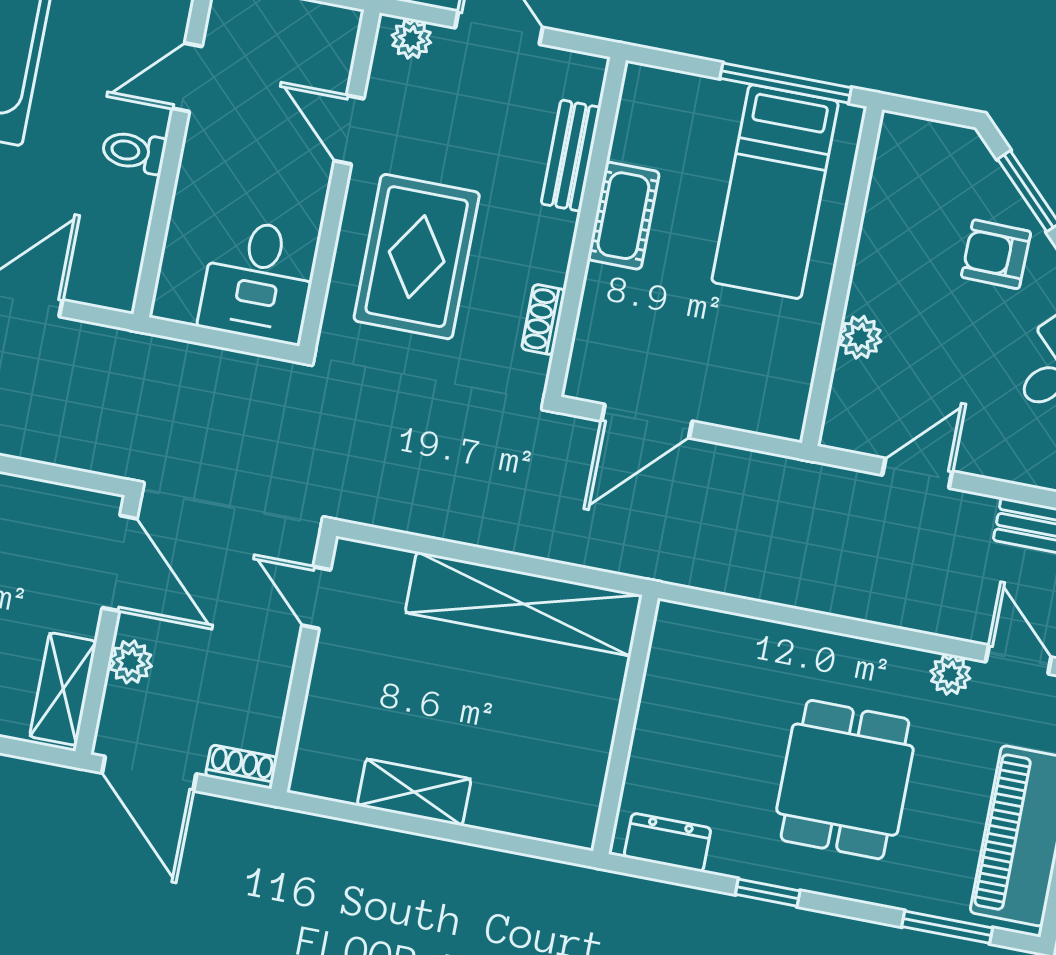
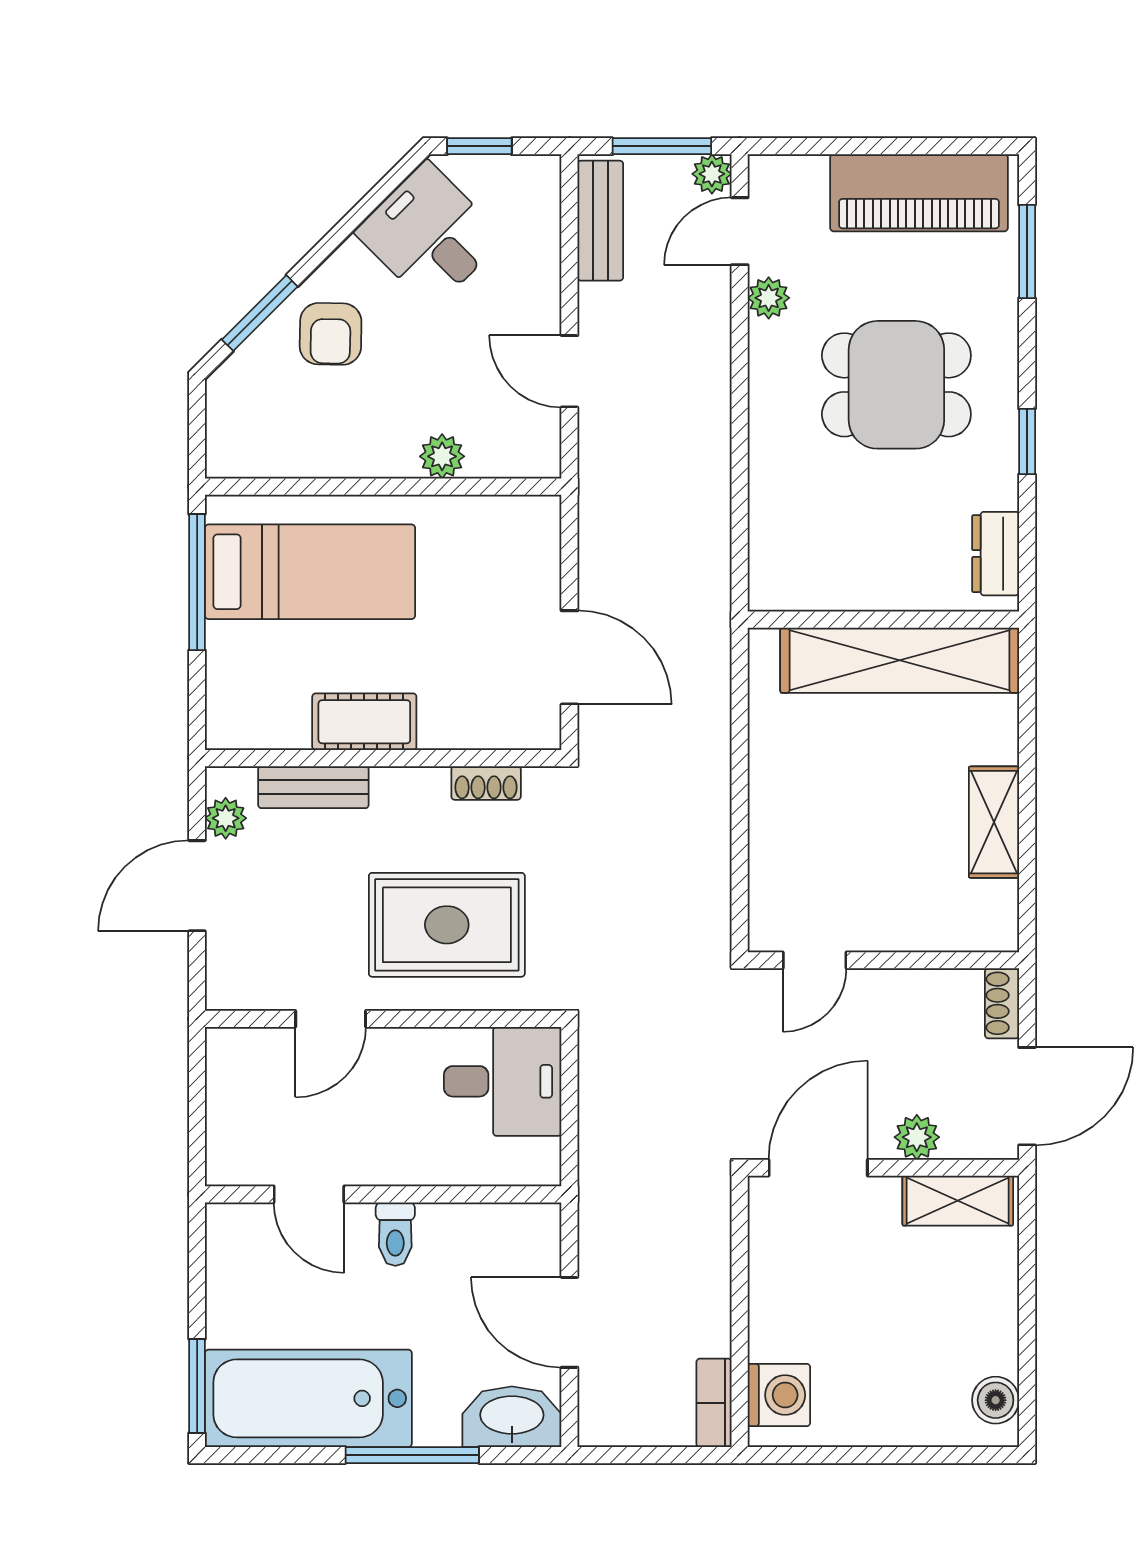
plant: (411, 39) -> (226, 818), moved
shelving: (524, 604) -> (900, 660), moved, turned 90

